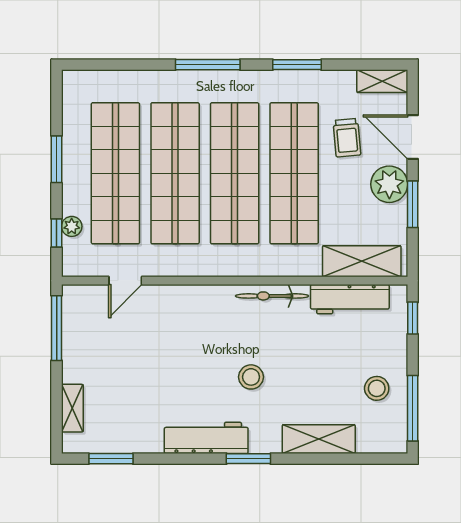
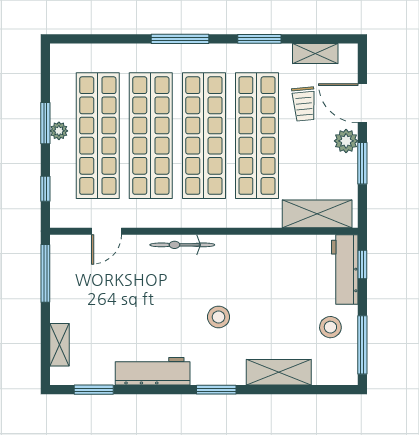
shelving: (382, 81) -> (315, 54), moved
plant: (389, 184) -> (346, 141), width x0.73, depth x0.73
plant: (72, 226) -> (59, 131), moved
bicycle: (272, 296) -> (182, 245), moved
workbench: (350, 299) -> (345, 269), moved, turned 90
workbench: (206, 438) -> (153, 371), moved

